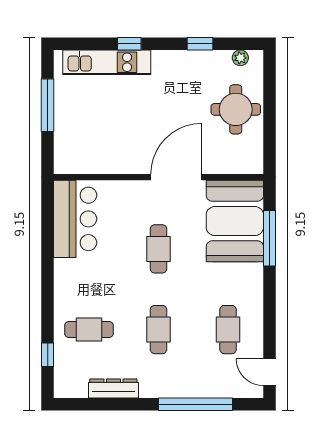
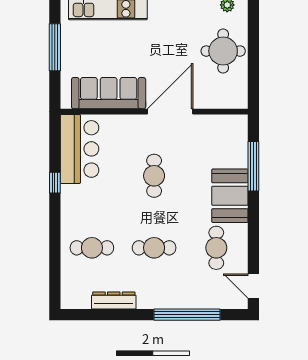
sofa: (108, 157) -> (109, 93), added
booth: (235, 221) -> (230, 196), moved, width x0.73, depth x0.70
cafe table: (159, 330) -> (154, 248), turned 90
window: (48, 355) -> (55, 183), moved

